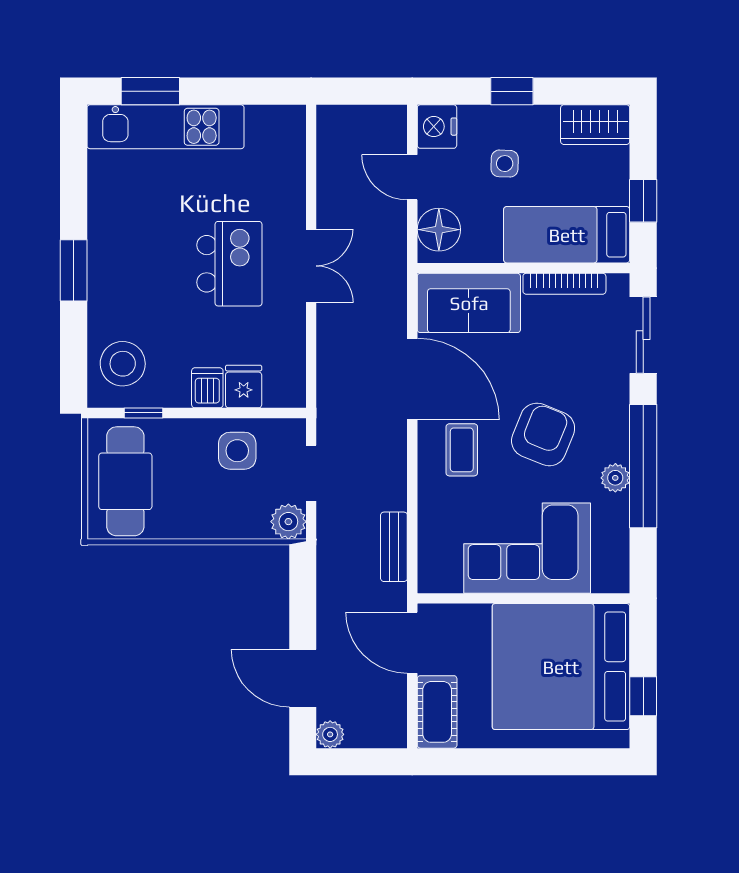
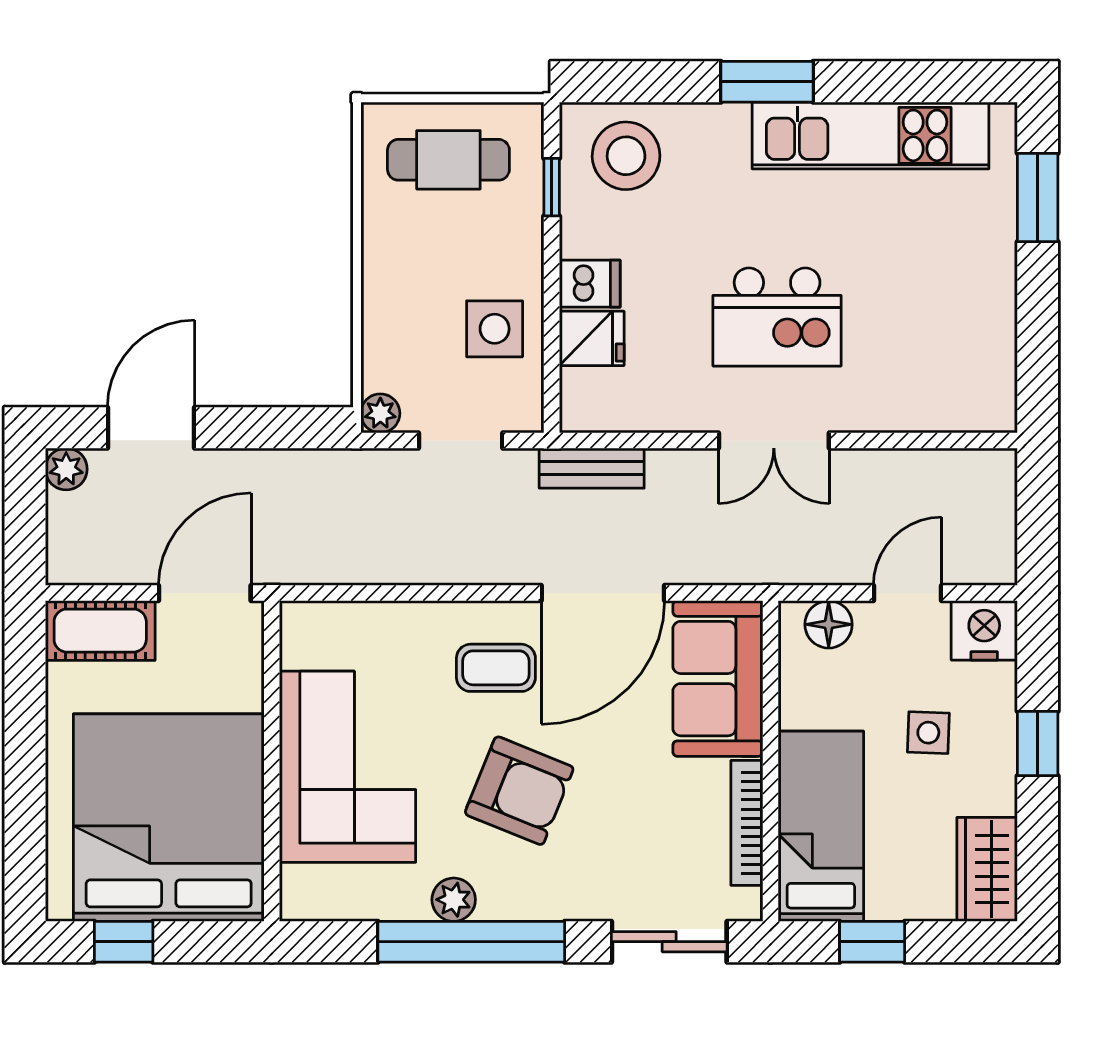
kitchen unit: (166, 127) -> (871, 135), moved, turned -90
floor lamp: (439, 230) -> (829, 624), width x0.73, depth x0.73
cafe table: (125, 481) -> (448, 160), width x0.73, depth x0.74
plant: (288, 522) -> (380, 413), width x0.73, depth x0.73
bench: (394, 547) -> (592, 468), moved

